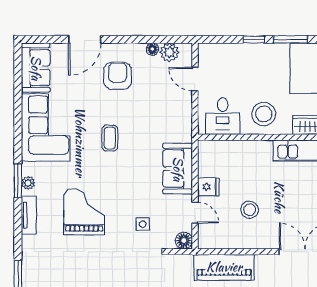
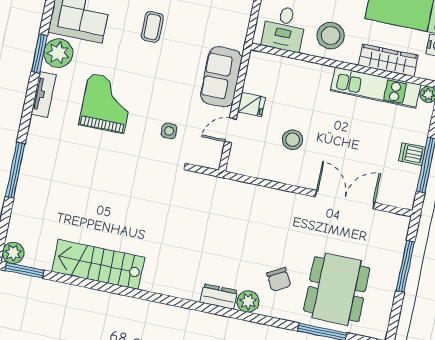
plant: (28, 183) -> (58, 53), width x1.88, depth x1.88
door: (195, 213) -> (230, 130), swing flipped
floor lamp: (184, 241) -> (212, 159), removed
piano: (224, 267) -> (250, 198), removed

